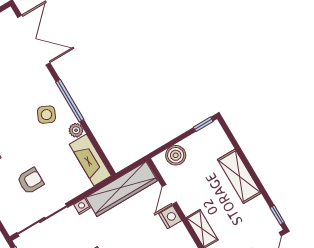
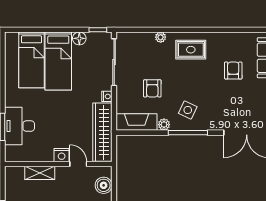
armchair: (30, 181) -> (152, 88), moved

